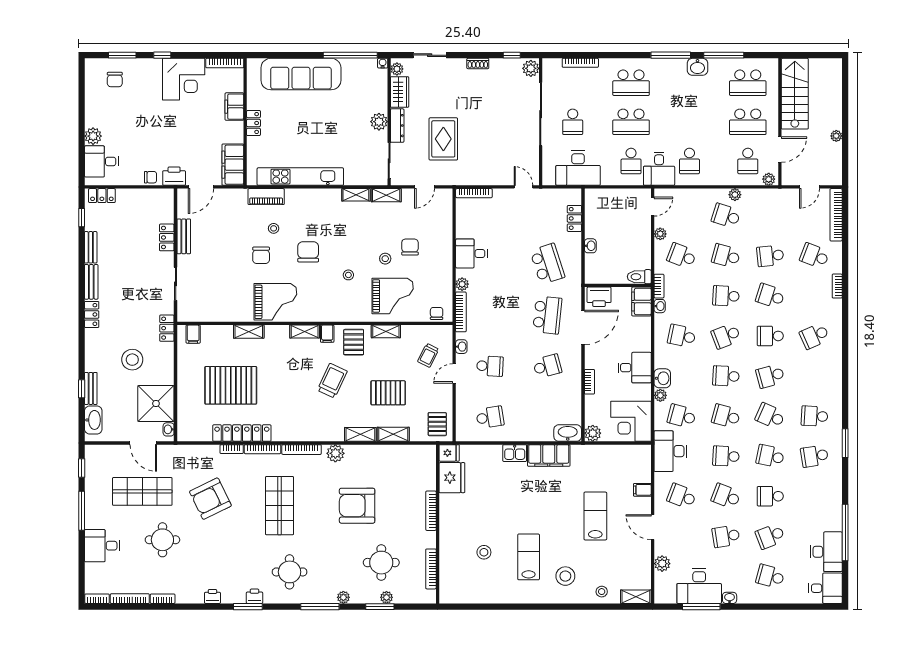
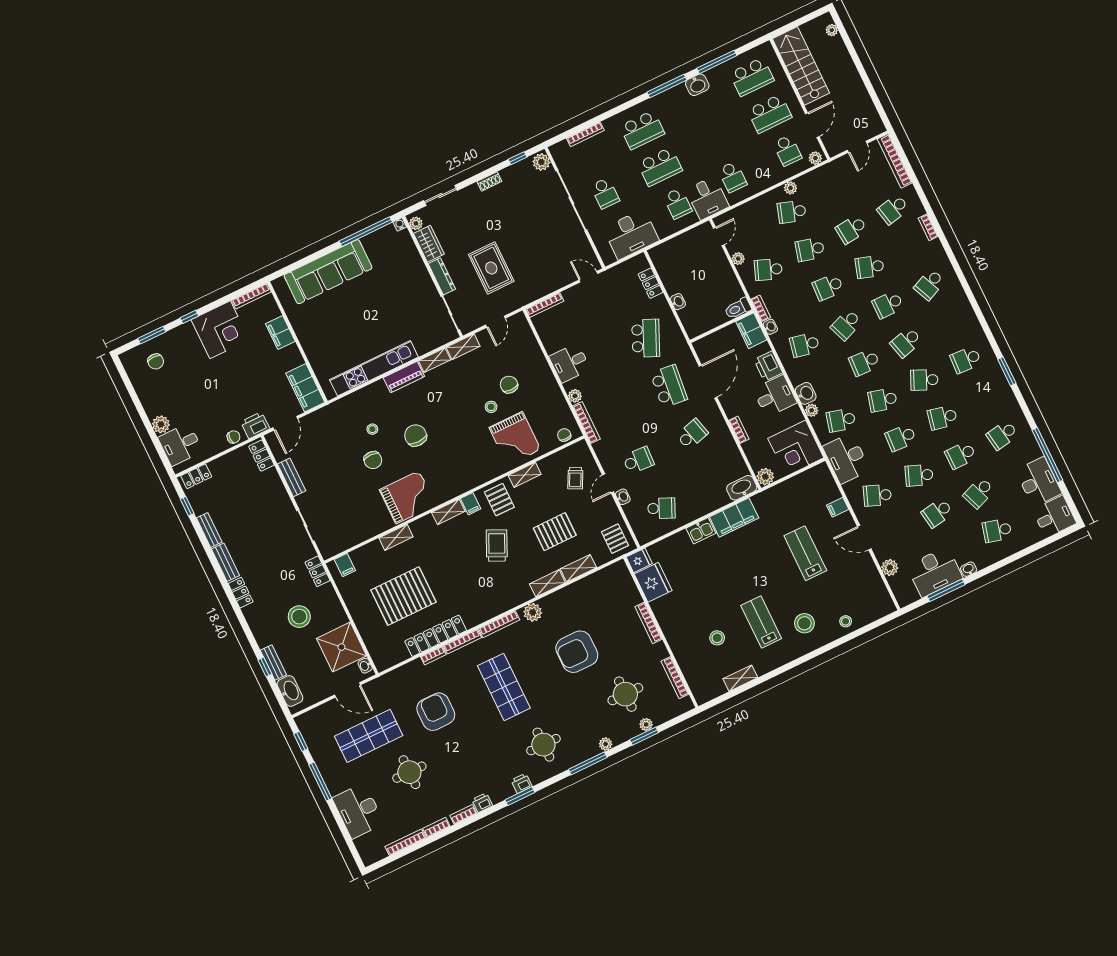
plant: (379, 122) -> (423, 281), removed
locker: (253, 123) -> (306, 339), removed
plant: (836, 136) -> (832, 30), moved
piano: (266, 197) -> (404, 377), moved
locker: (167, 237) -> (261, 456), moved
school desk: (815, 256) -> (893, 209), turned -33
school desk: (547, 264) -> (646, 338), turned 42
stool: (348, 275) -> (464, 439), removed
grand piano: (393, 296) -> (515, 439), turned 90
printer: (599, 297) -> (768, 366), moved, turned 90
washbasin: (461, 347) -> (623, 497), moved
school desk: (490, 417) -> (661, 508), turned 33
school desk: (815, 456) -> (1002, 435), moved
armchair: (210, 499) -> (436, 712), turned 116
desk: (102, 546) -> (358, 811), width x1.37
shelving: (636, 597) -> (740, 678), moved
bookcase: (97, 599) -> (463, 814), moved

